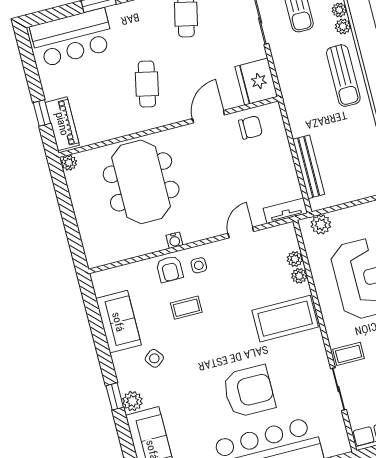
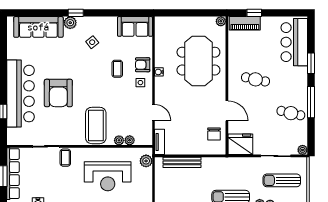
meeting table: (141, 182) -> (198, 61), turned 90
sofa: (118, 322) -> (135, 26), moved

